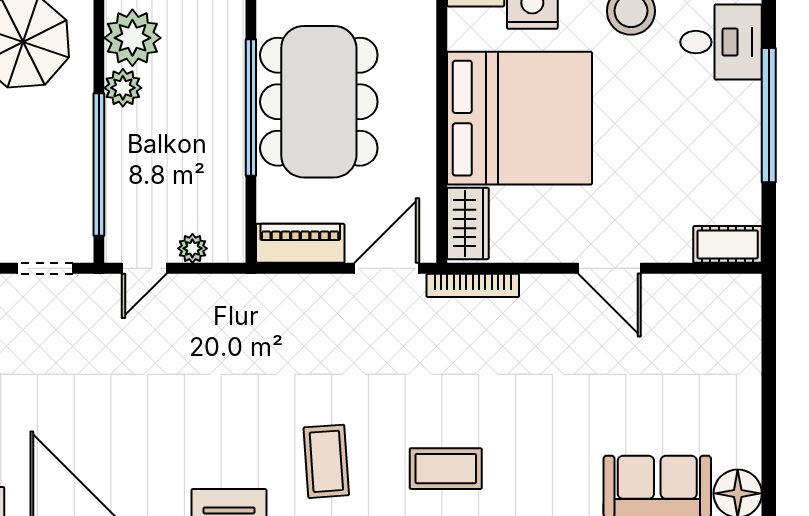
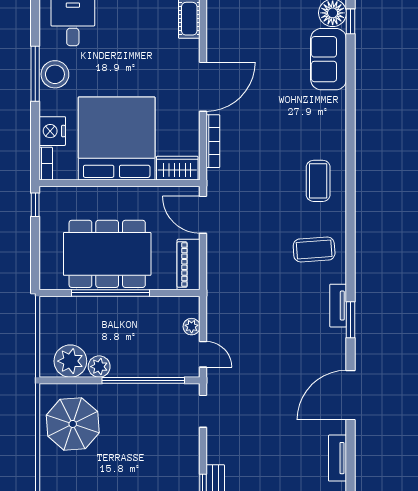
door: (609, 268) -> (203, 87), width x1.36
bookcase: (473, 285) -> (213, 141), moved

